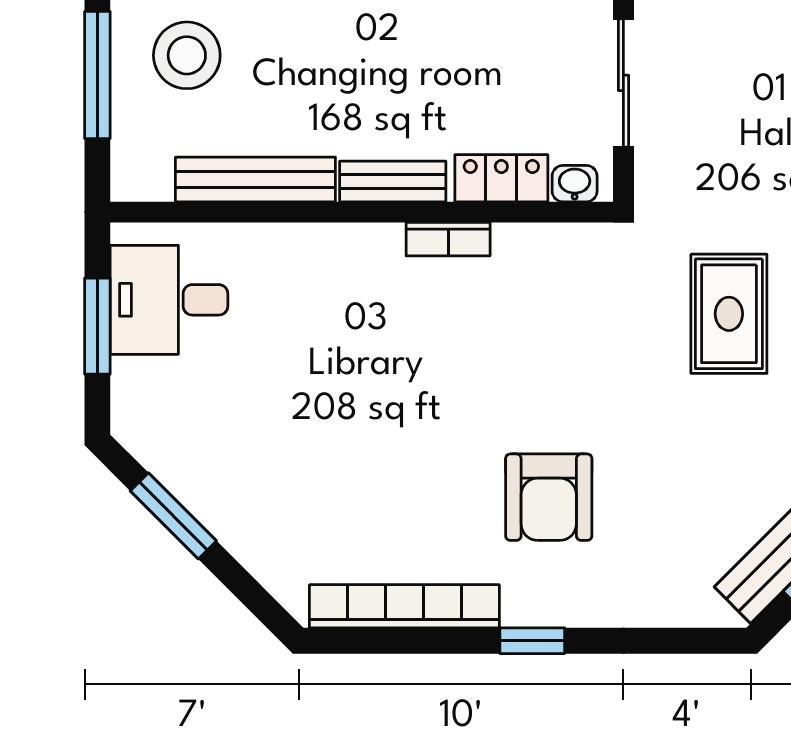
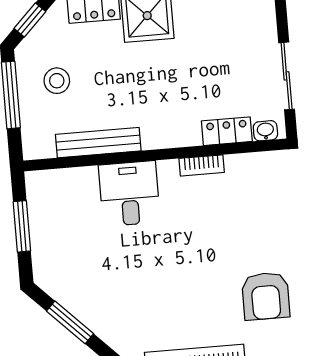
stool: (187, 55) -> (57, 81), width x0.73, depth x0.73
bench: (393, 182) -> (170, 138), removed
desk: (169, 300) -> (129, 194), moved, turned 90

